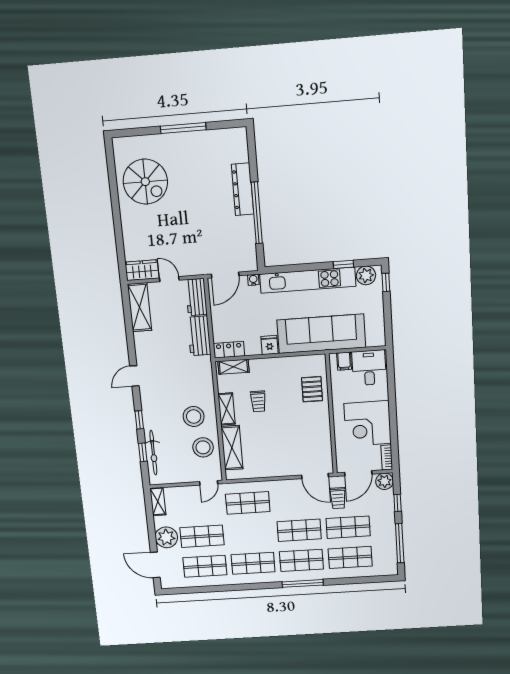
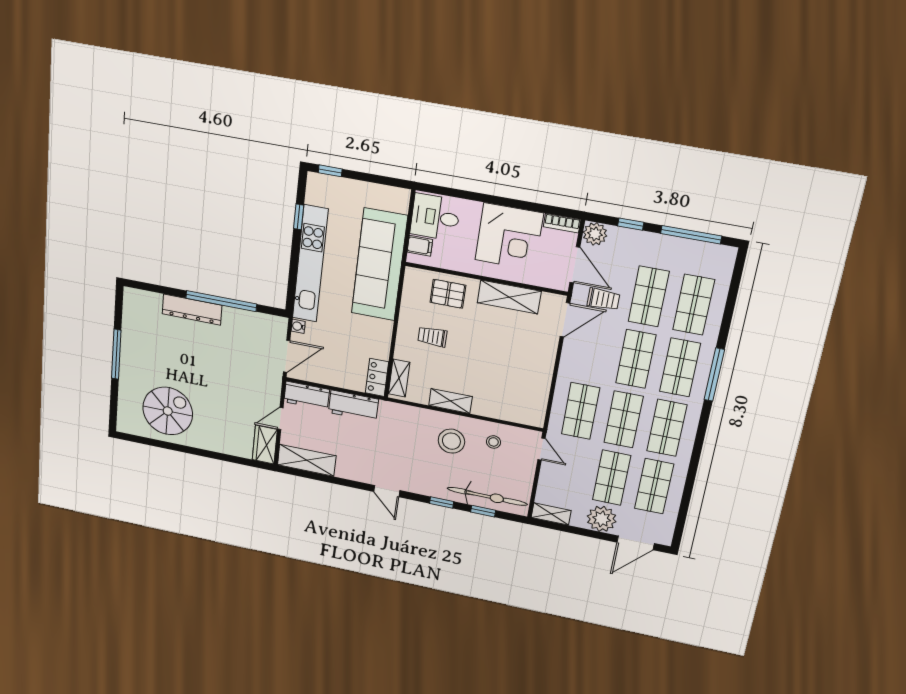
door: (225, 275) -> (287, 356), hinge flipped
plant: (366, 275) -> (317, 193), removed
fridge: (270, 345) -> (381, 329), removed
trolley: (258, 401) -> (432, 337), moved, turned 180
stool: (203, 447) -> (493, 442), width x0.53, depth x0.53
shelving: (232, 448) -> (509, 297), moved
bicycle: (153, 453) -> (487, 496), width x1.37, depth x1.40
shop shelf: (250, 533) -> (623, 419), added

